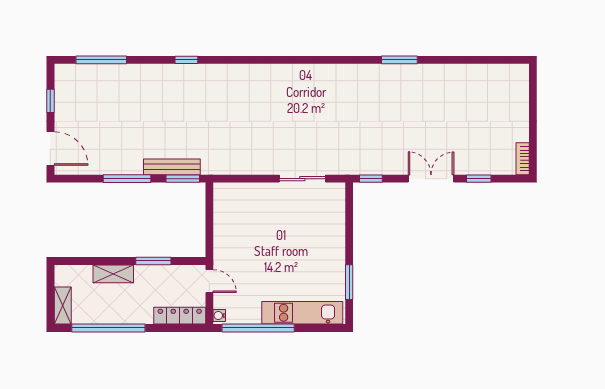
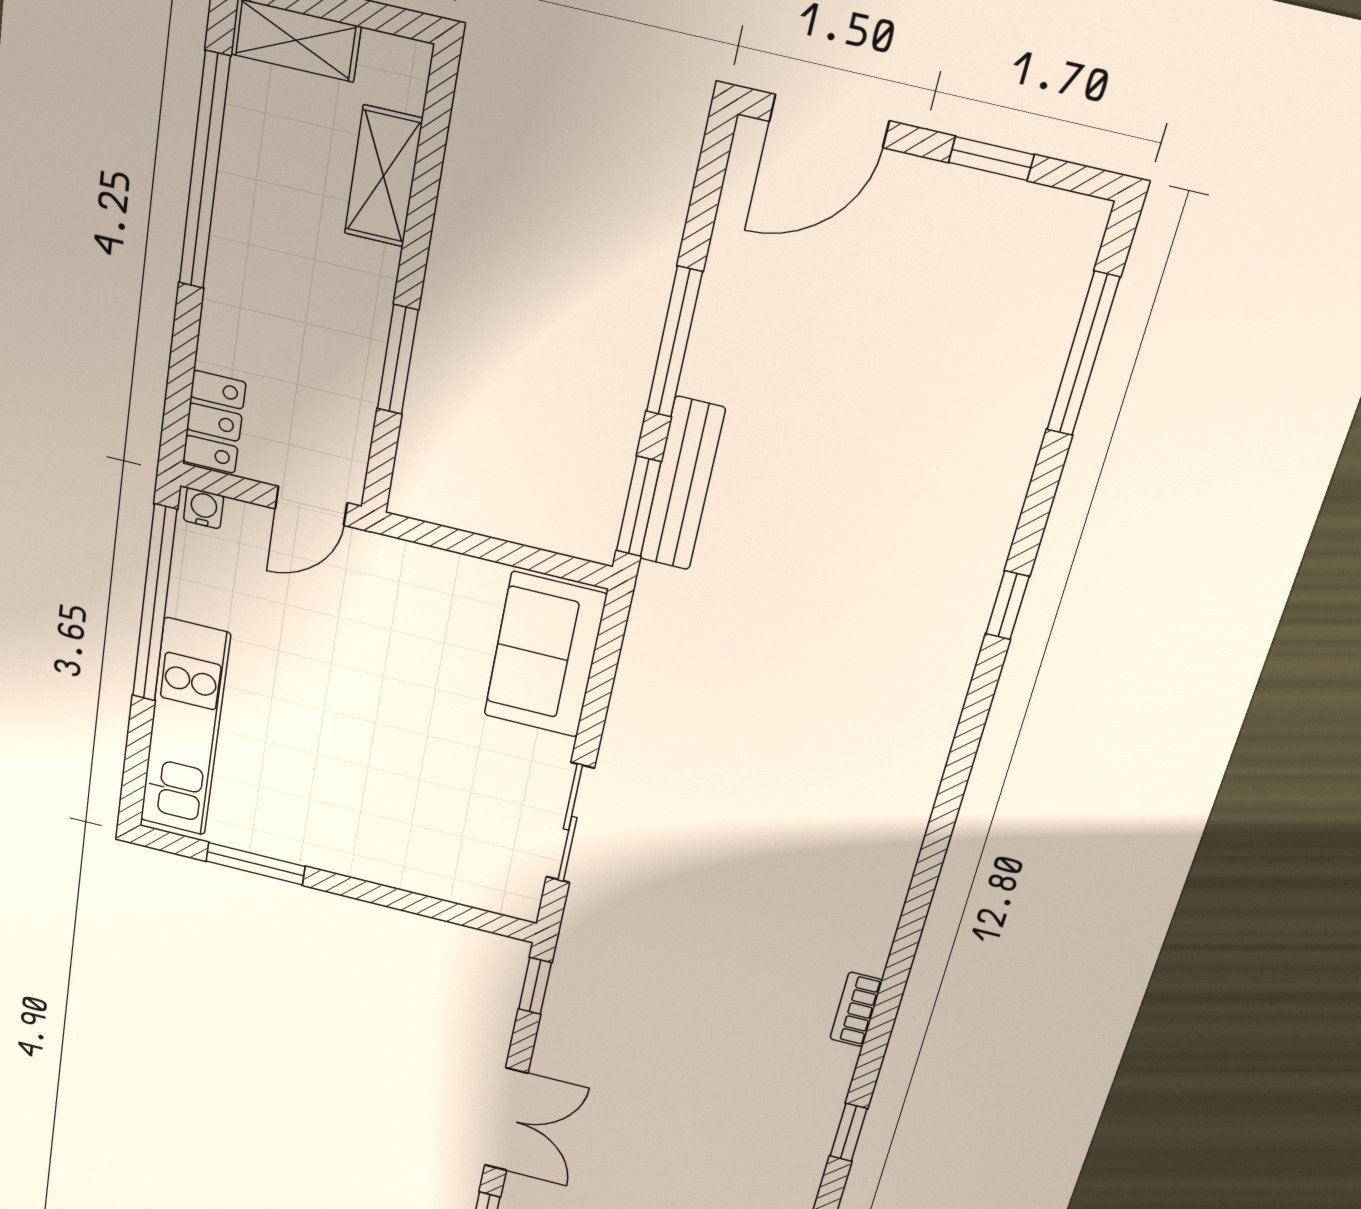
window: (399, 60) -> (849, 1132), width x0.67
bookcase: (348, 70) -> (856, 1009), added
sofa: (242, 198) -> (545, 655), added
shelving: (113, 274) -> (383, 176), moved
locker: (180, 316) -> (214, 422), width x0.66

